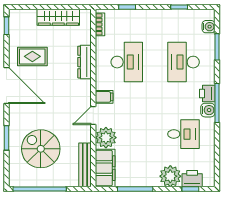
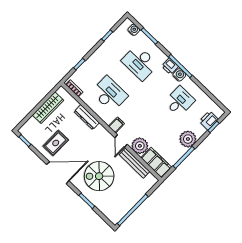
spiral stairs: (41, 149) -> (99, 176), moved
bench: (85, 165) -> (135, 163), moved
plant: (170, 176) -> (188, 139), moved

